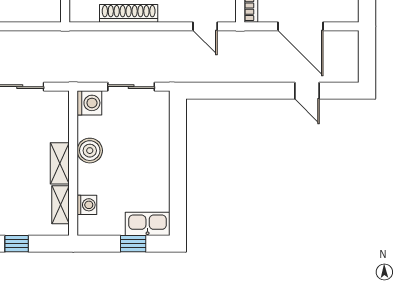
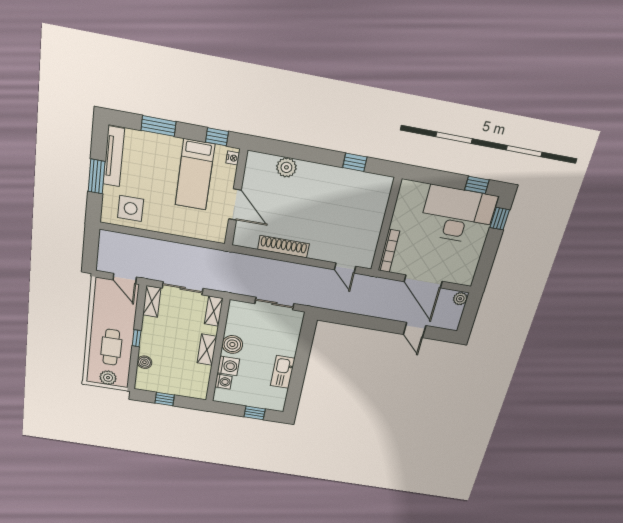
plant: (350, 40) -> (460, 299), added
washing machine: (89, 103) -> (228, 366), moved
shelving: (61, 205) -> (214, 311), moved
kitchen sink: (148, 224) -> (283, 372), moved, turned -90

